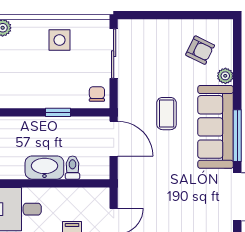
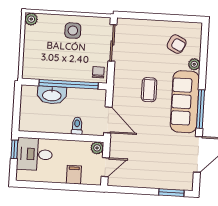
window: (58, 112) -> (69, 84), width x3.17
door: (114, 139) -> (108, 120), moved
washbasin: (44, 168) -> (52, 95), moved, turned 180
plant: (101, 196) -> (97, 148), added

